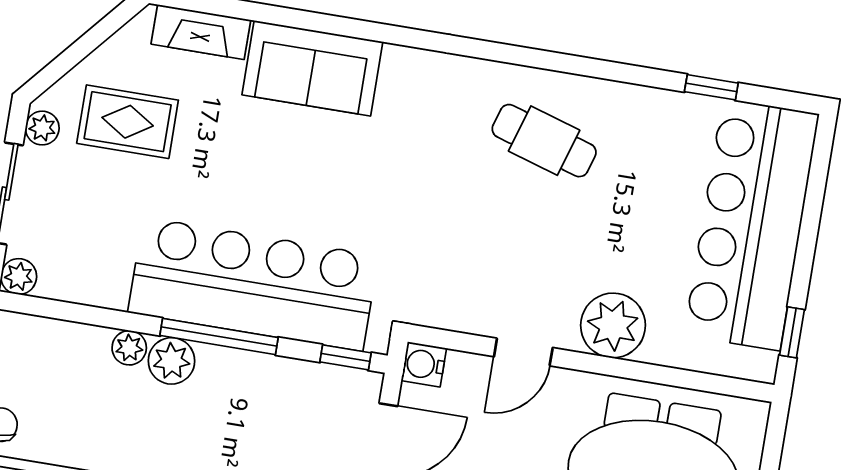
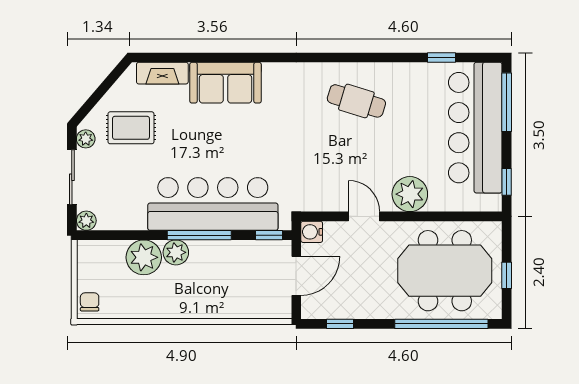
window: (816, 188) -> (507, 102), added
plant: (129, 348) -> (144, 257), width x1.88, depth x1.88
door: (523, 352) -> (364, 216), swing flipped

